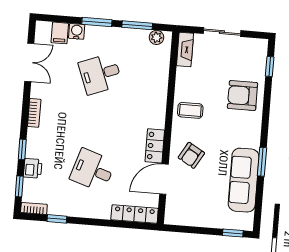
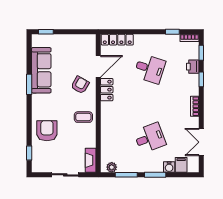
armchair: (243, 95) -> (47, 131), turned -90

